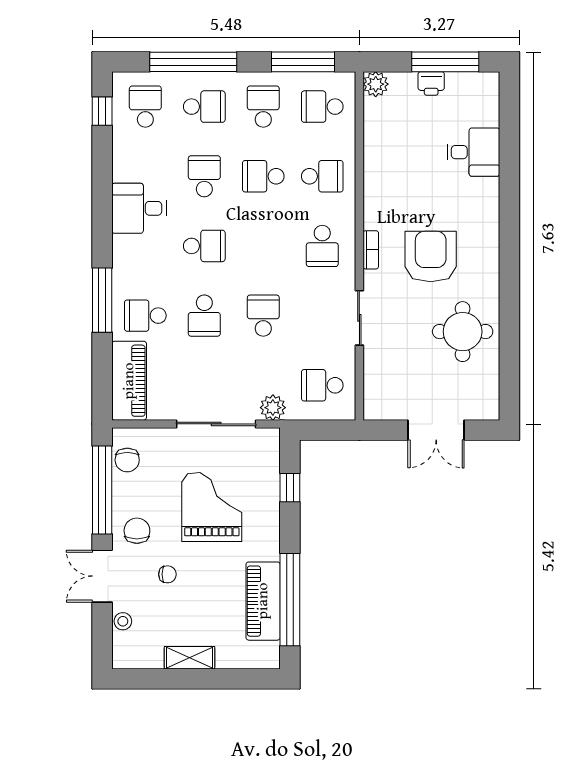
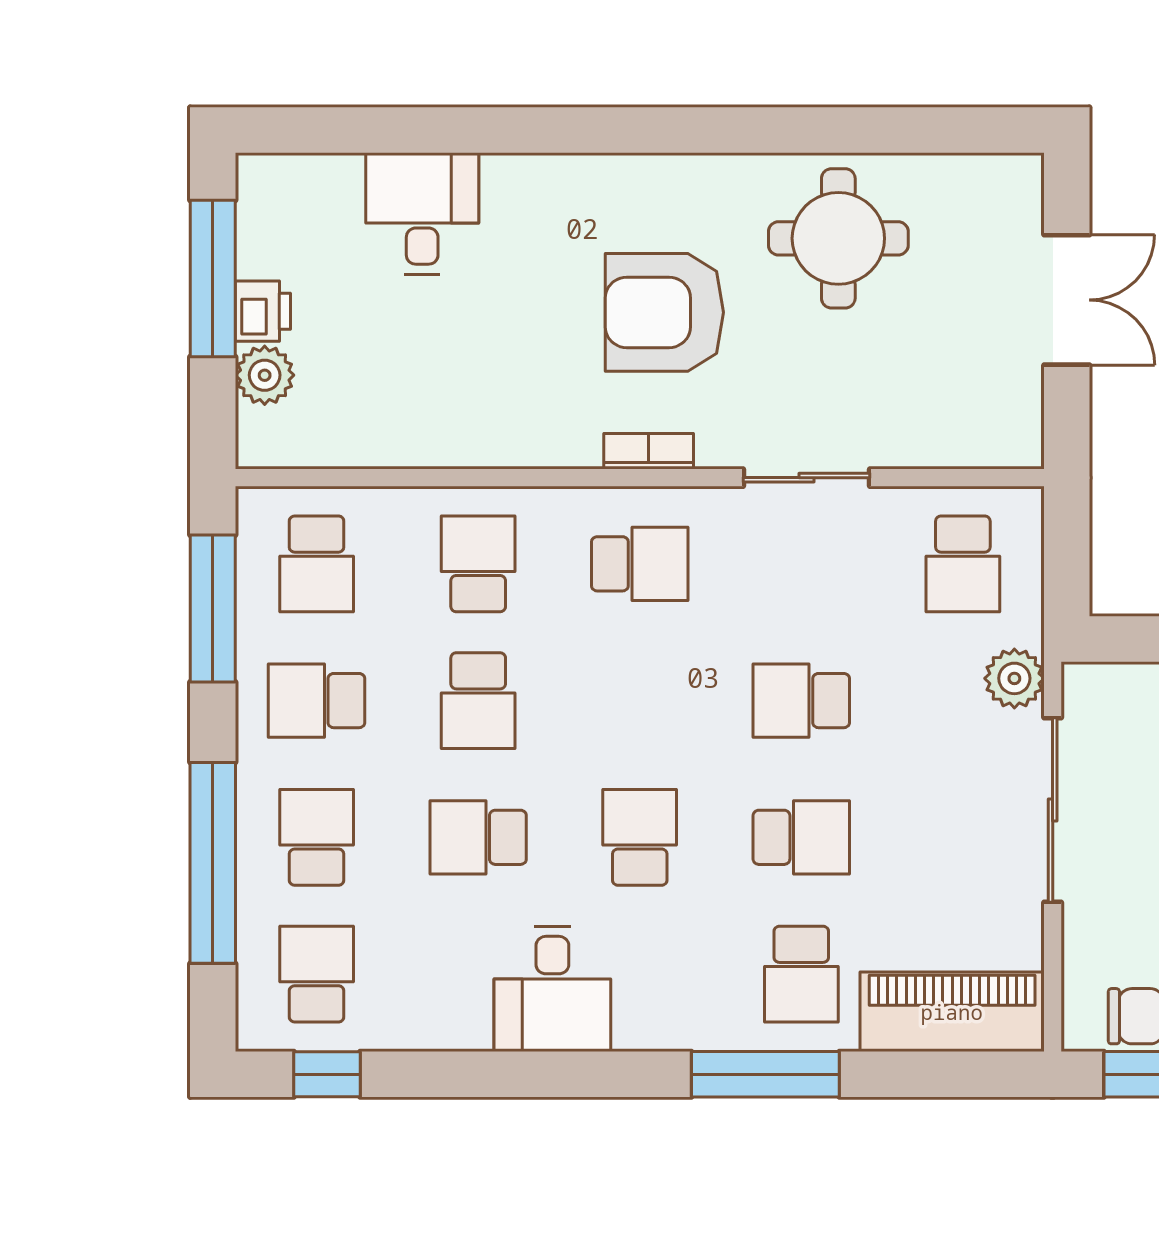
plant: (376, 84) -> (265, 375), moved
school desk: (145, 107) -> (317, 974), turned 90

